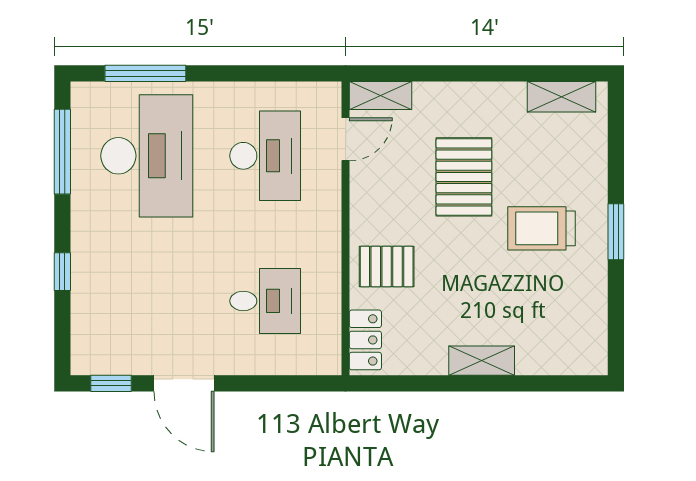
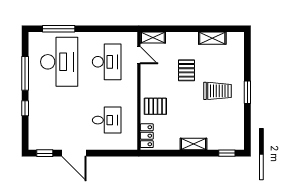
shelving: (562, 97) -> (212, 38), moved
door: (346, 139) -> (139, 55), hinge flipped
window: (62, 152) -> (25, 73), moved
pallet: (464, 177) -> (186, 70), width x0.67, depth x0.71
trolley: (542, 228) -> (218, 91), turned 180
window: (565, 383) -> (227, 153), added

